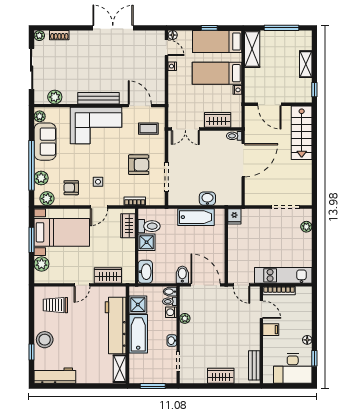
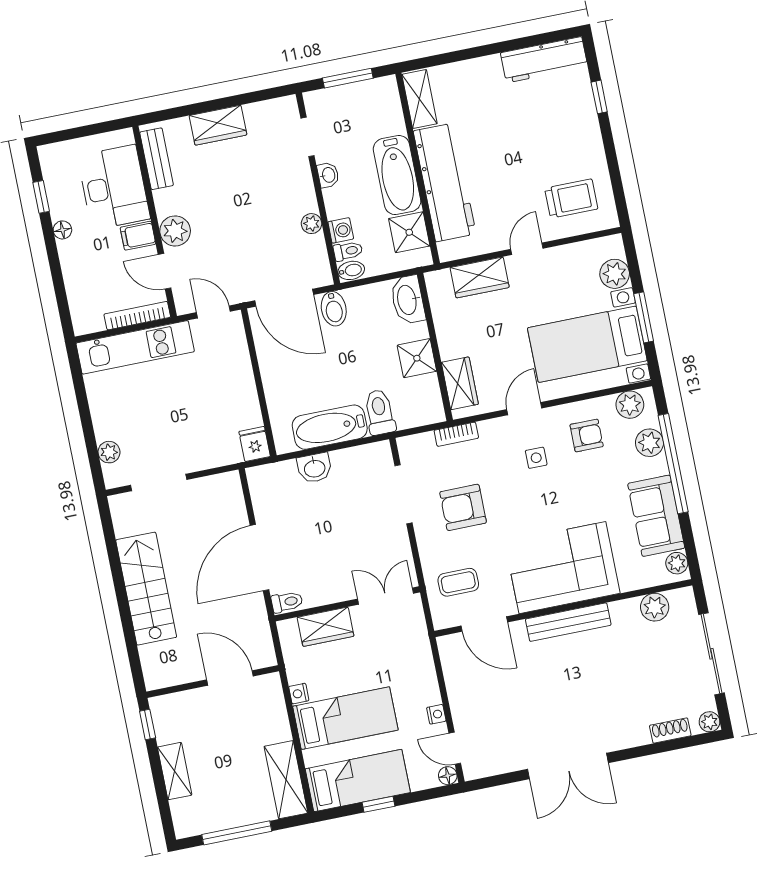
stairs: (302, 133) -> (146, 589), moved
toilet: (149, 226) -> (380, 412), moved, turned 90
plant: (252, 328) -> (175, 231), added
stool: (45, 340) -> (578, 126), removed
desk: (293, 368) -> (114, 187), moved, turned 90

